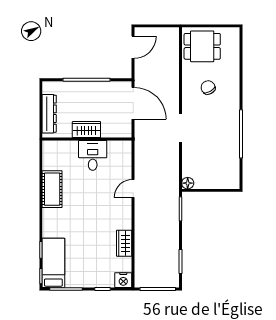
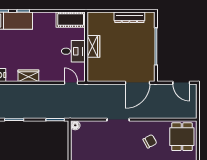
wardrobe: (86, 130) -> (93, 46), moved
wall: (87, 139) -> (86, 47), moved
desk: (93, 155) -> (73, 51), moved

